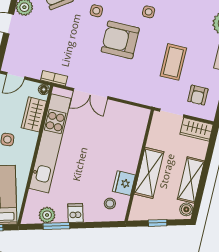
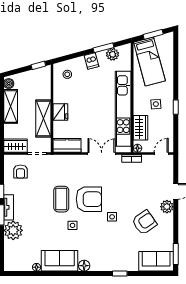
coffee table: (173, 62) -> (61, 199), moved
armchair: (198, 95) -> (21, 172), turned 180
kitchen counter: (131, 114) -> (67, 145), added
shelving: (149, 173) -> (43, 119), moved
fridge: (124, 183) -> (60, 112), moved
window: (158, 223) -> (38, 65), moved

